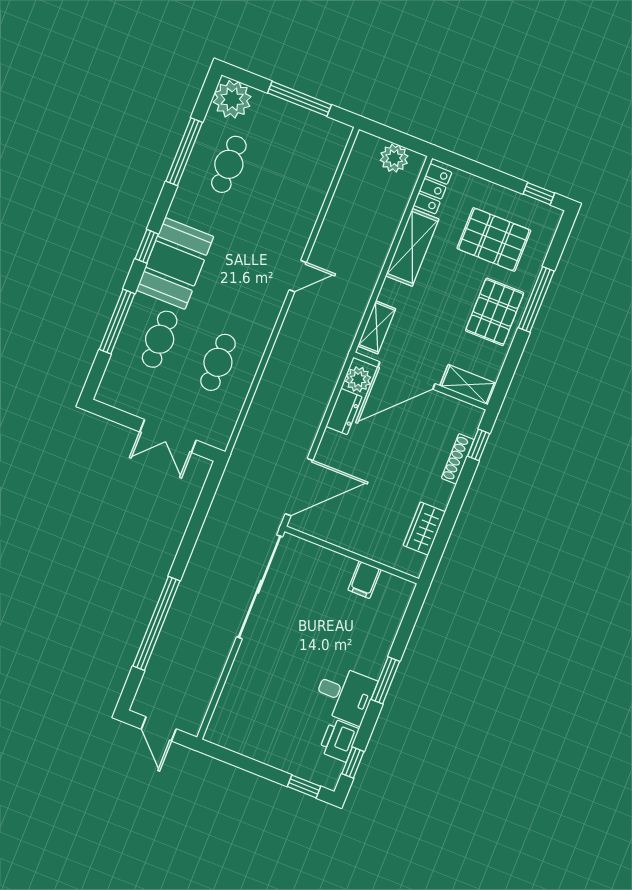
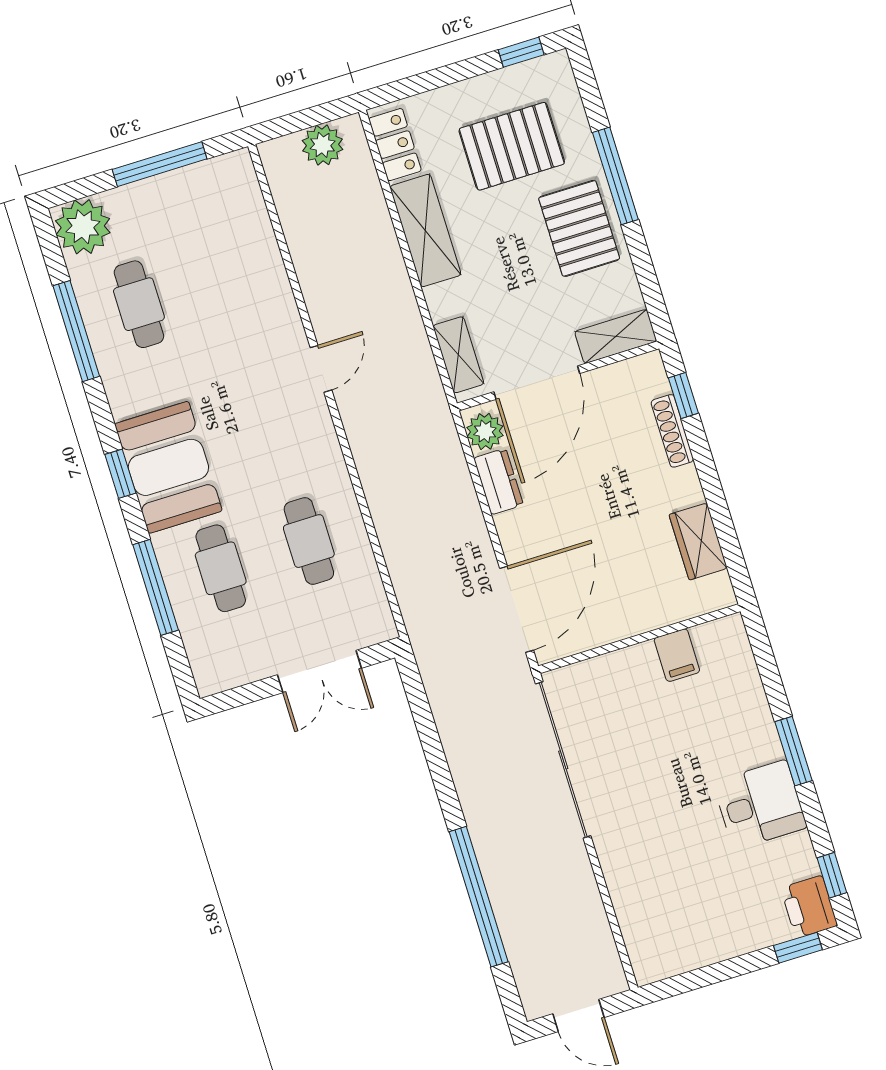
printer: (339, 740) -> (809, 907), moved

